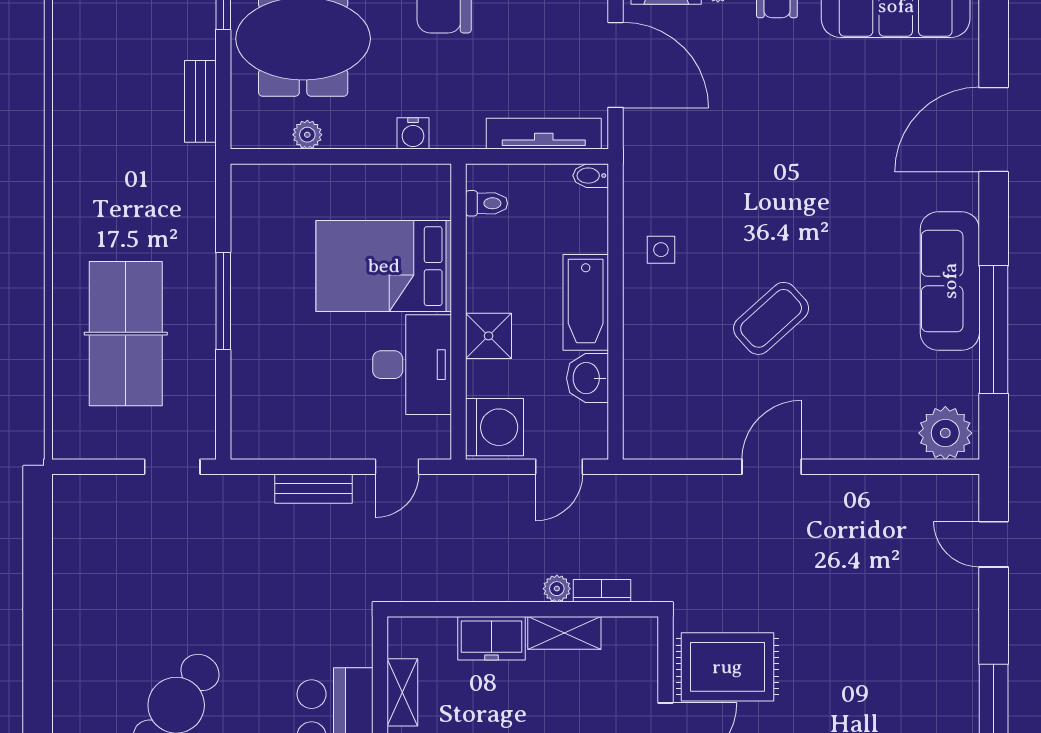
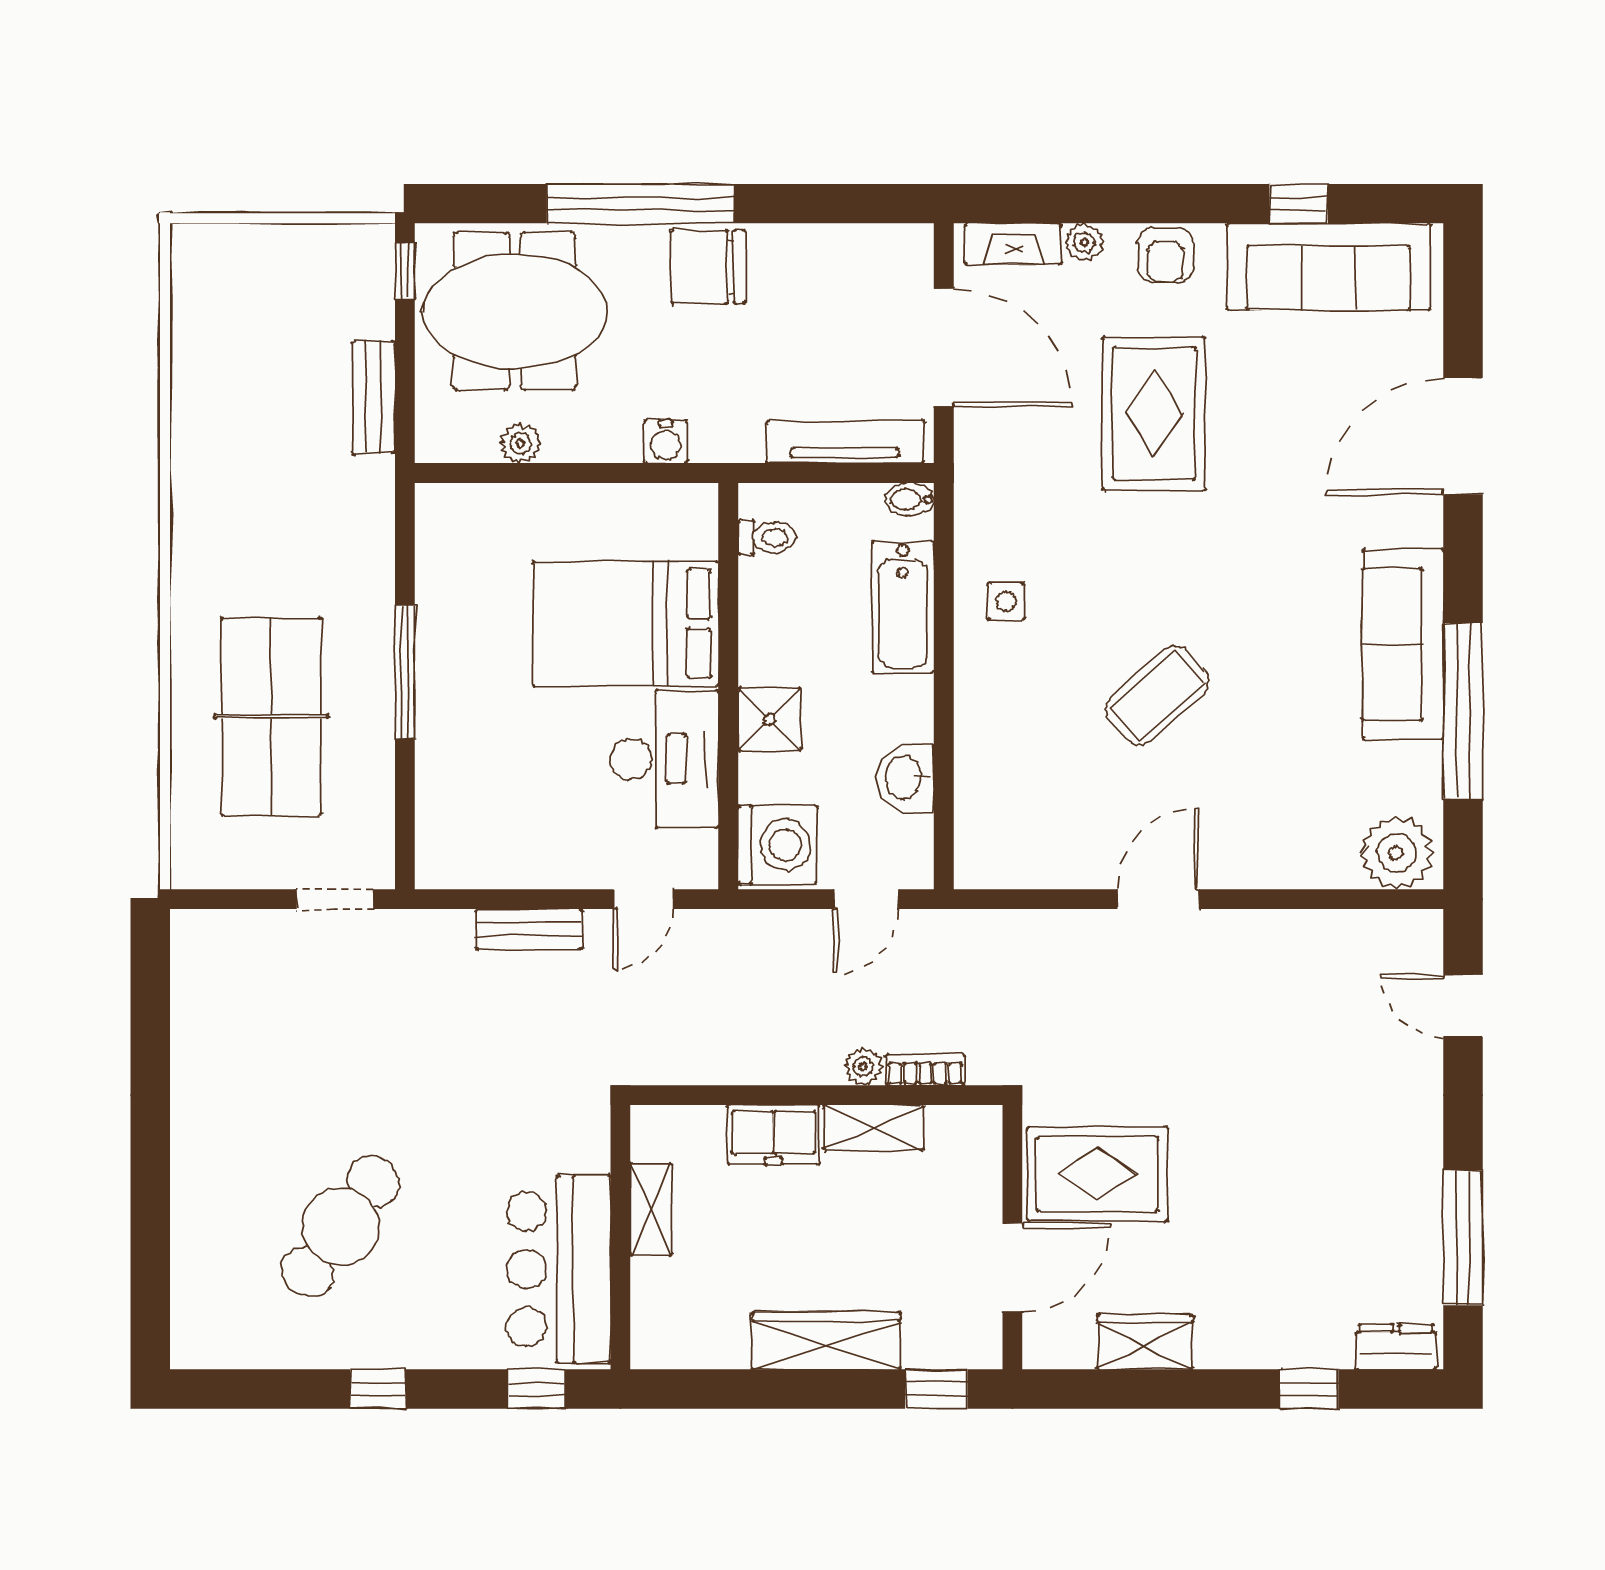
rug: (769, 113) -> (1154, 413), added
bathtub: (586, 302) -> (903, 607), moved

